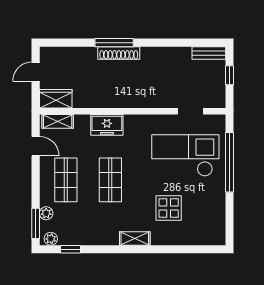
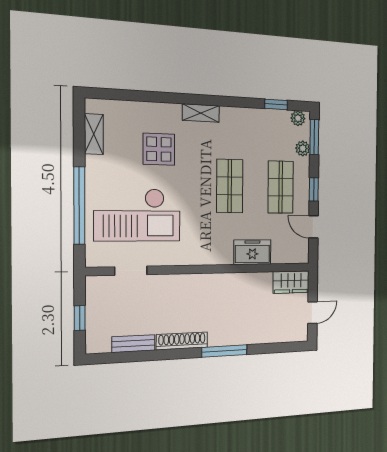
shoe rack: (119, 53) -> (182, 341), moved
bench: (209, 53) -> (134, 344), moved
shelving: (58, 121) -> (94, 134), moved, turned 90
freezer: (107, 125) -> (252, 252), moved
window: (36, 179) -> (314, 189), added

